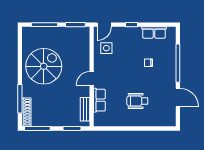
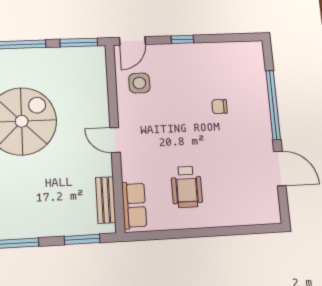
row of seats: (154, 32) -> (225, 52), removed
door: (92, 78) -> (115, 140), hinge flipped
row of seats: (99, 100) -> (134, 205), moved
wheelchair: (137, 101) -> (187, 187), moved, turned -90

